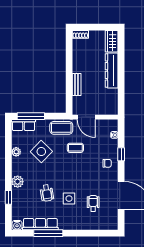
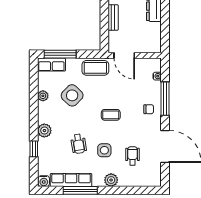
coffee table: (75, 148) -> (111, 115), moved
window: (121, 154) -> (165, 99), width x2.17
plant: (75, 224) -> (111, 180), added

